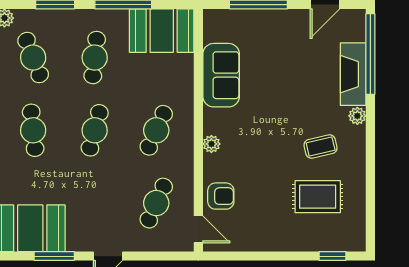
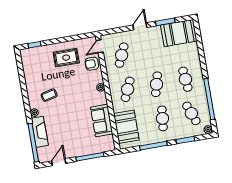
booth: (162, 31) -> (126, 127), moved, turned 90
rug: (318, 197) -> (66, 58), moved
door: (198, 229) -> (100, 46), hinge flipped

